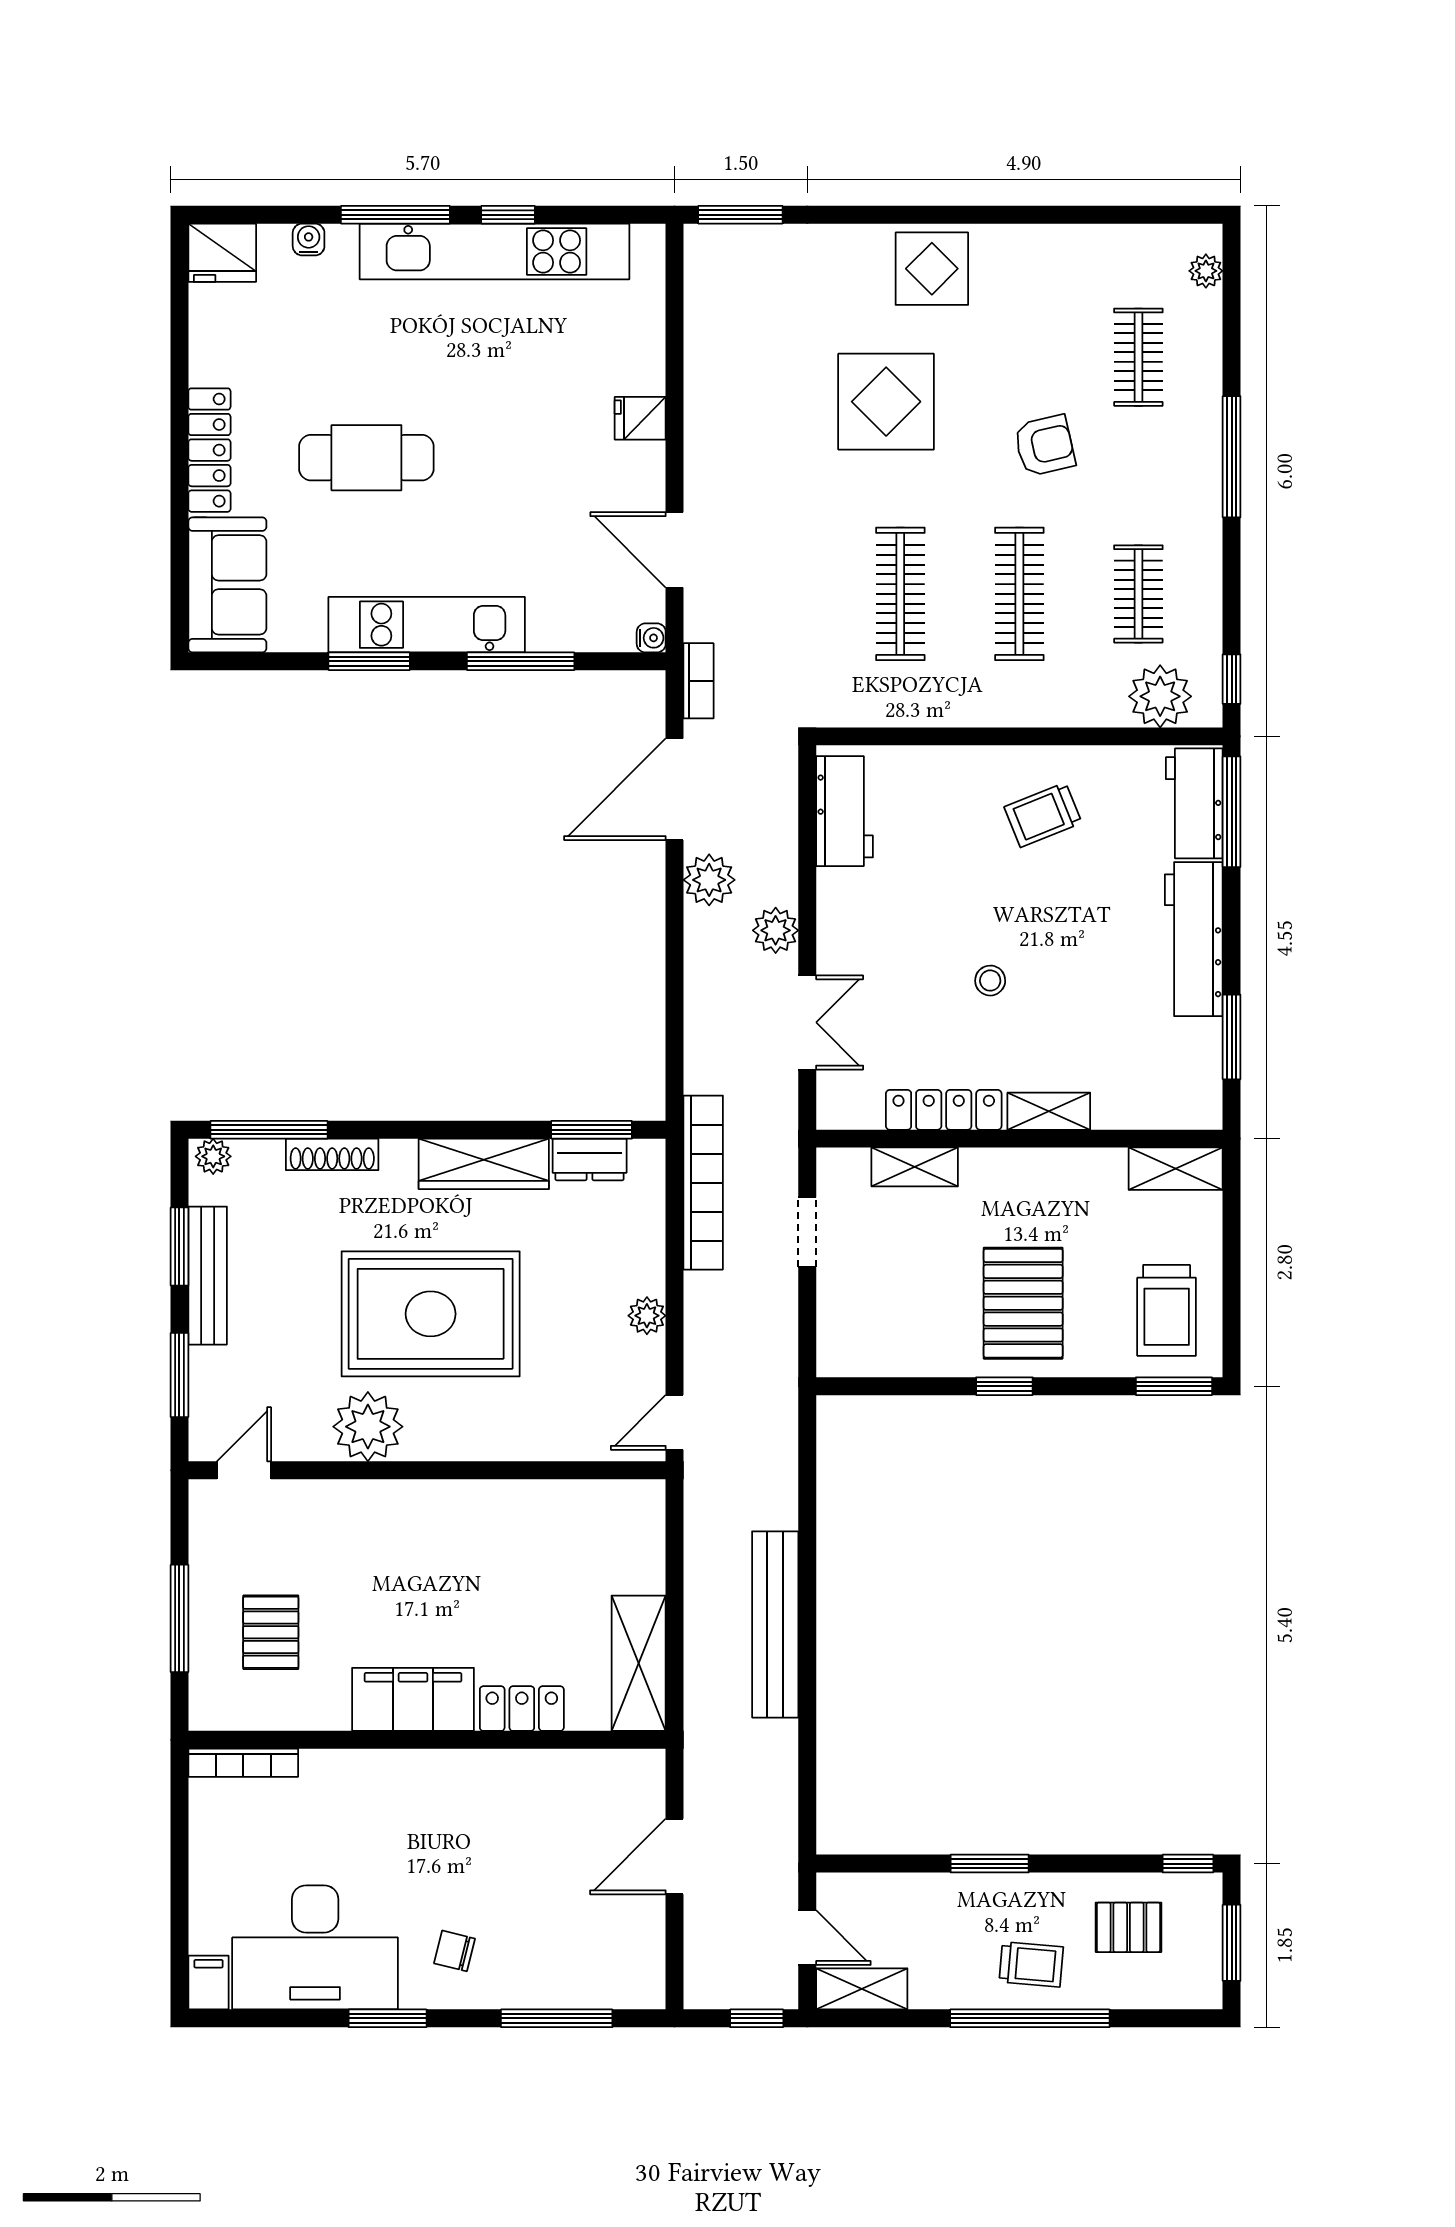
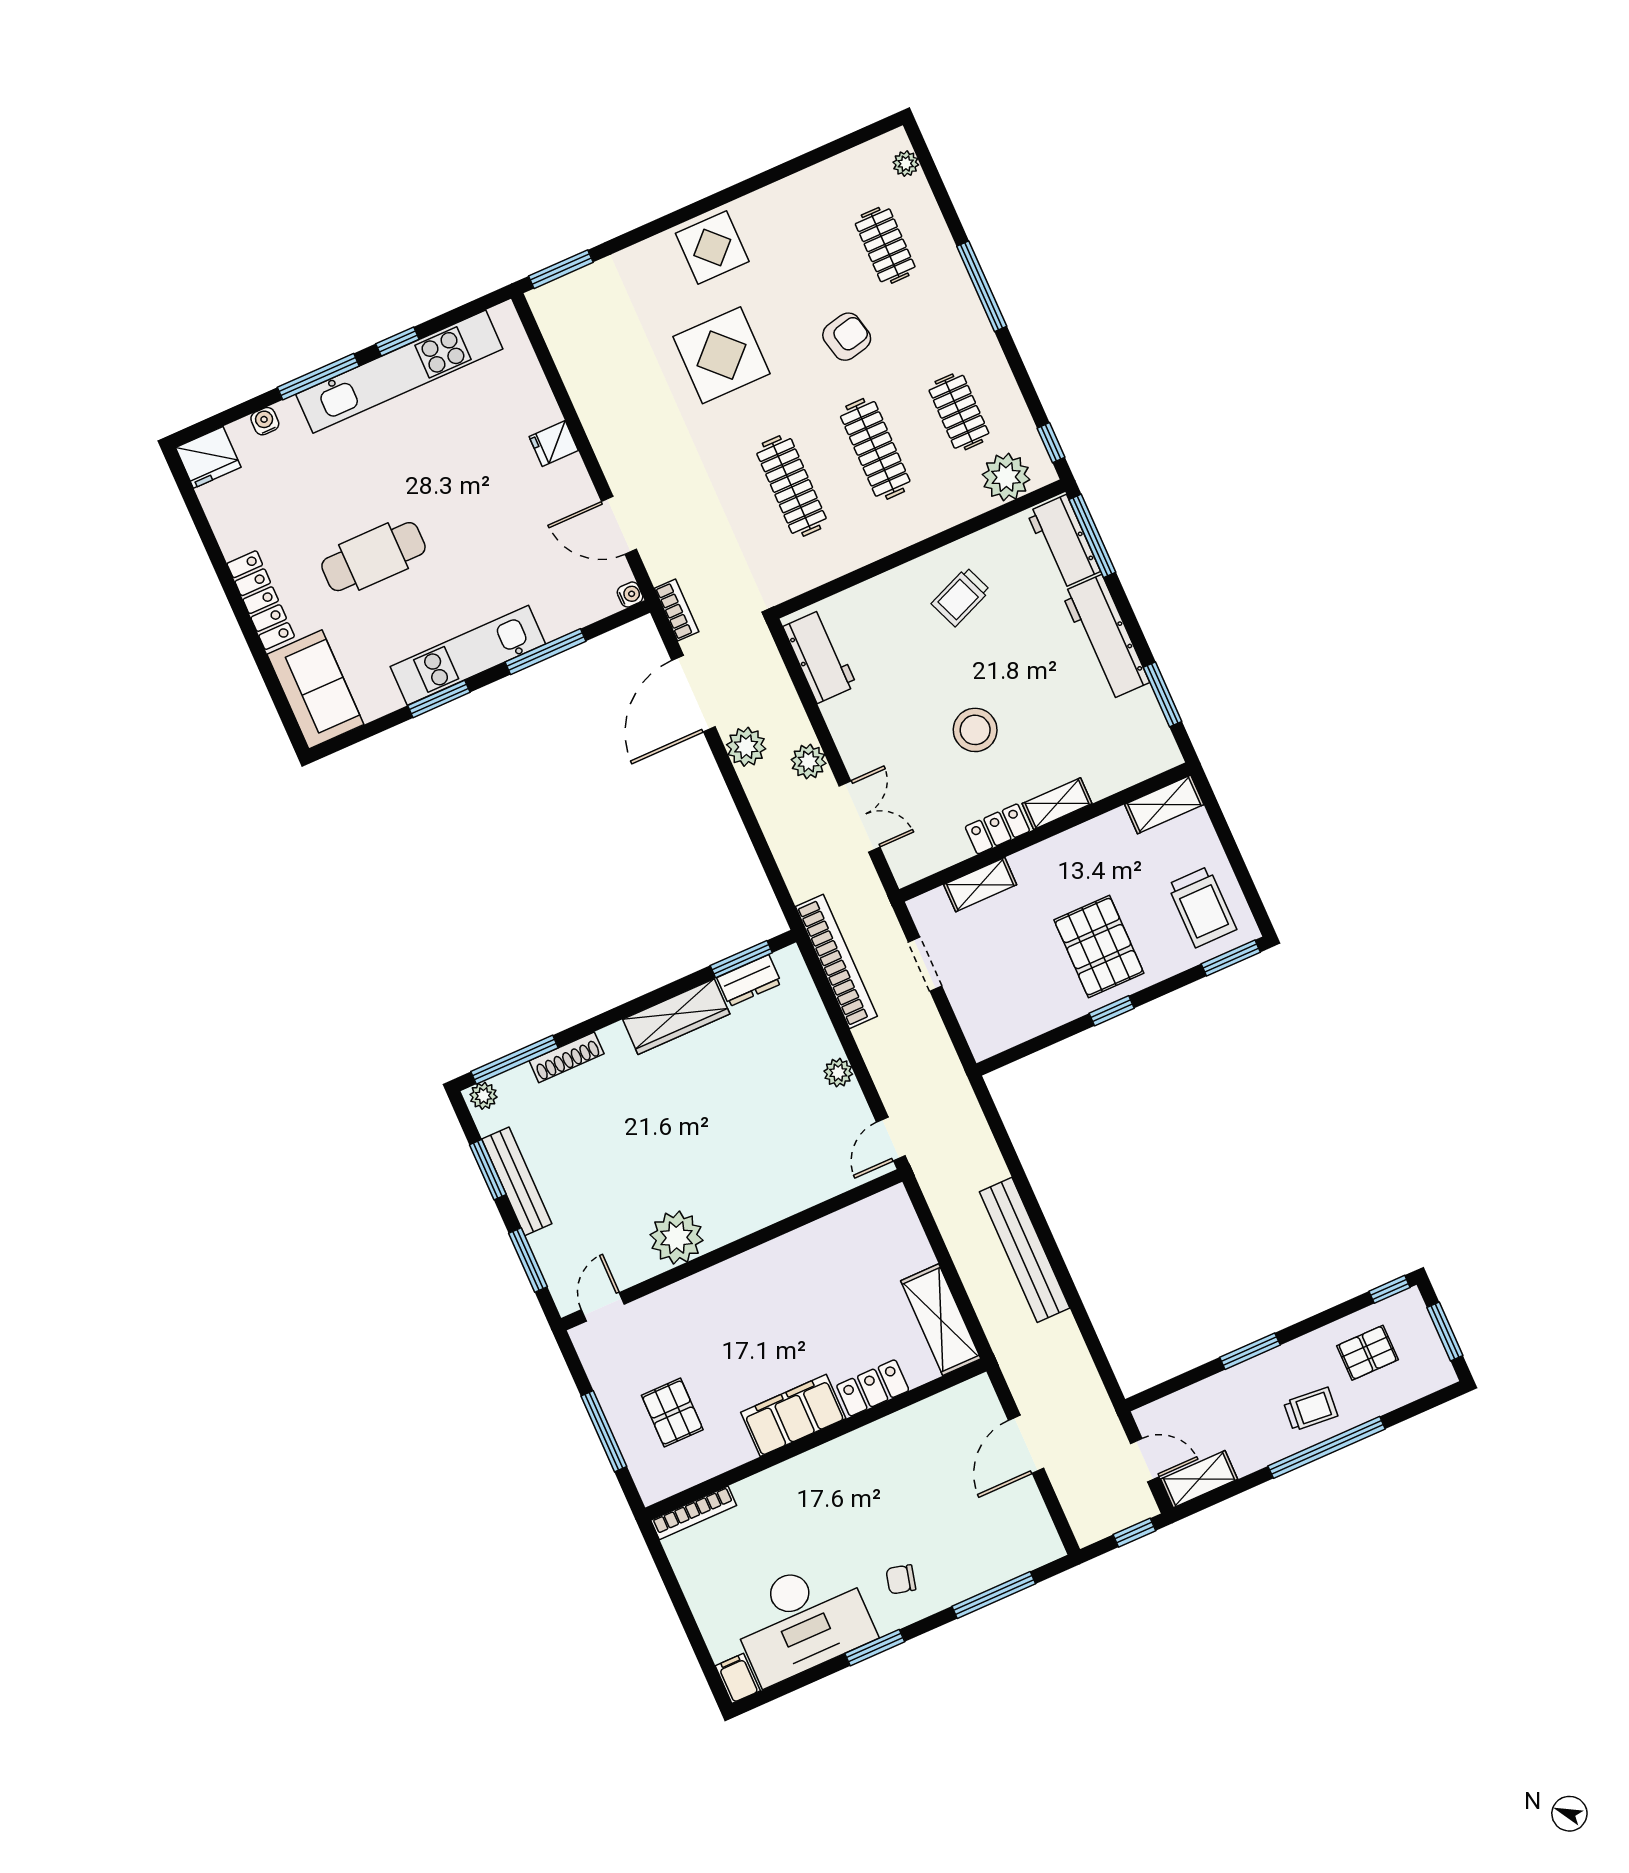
stool: (990, 981) -> (975, 730), width x1.89, depth x1.89
locker: (944, 1110) -> (997, 829), width x0.66
rug: (431, 1314) -> (685, 1139), removed

